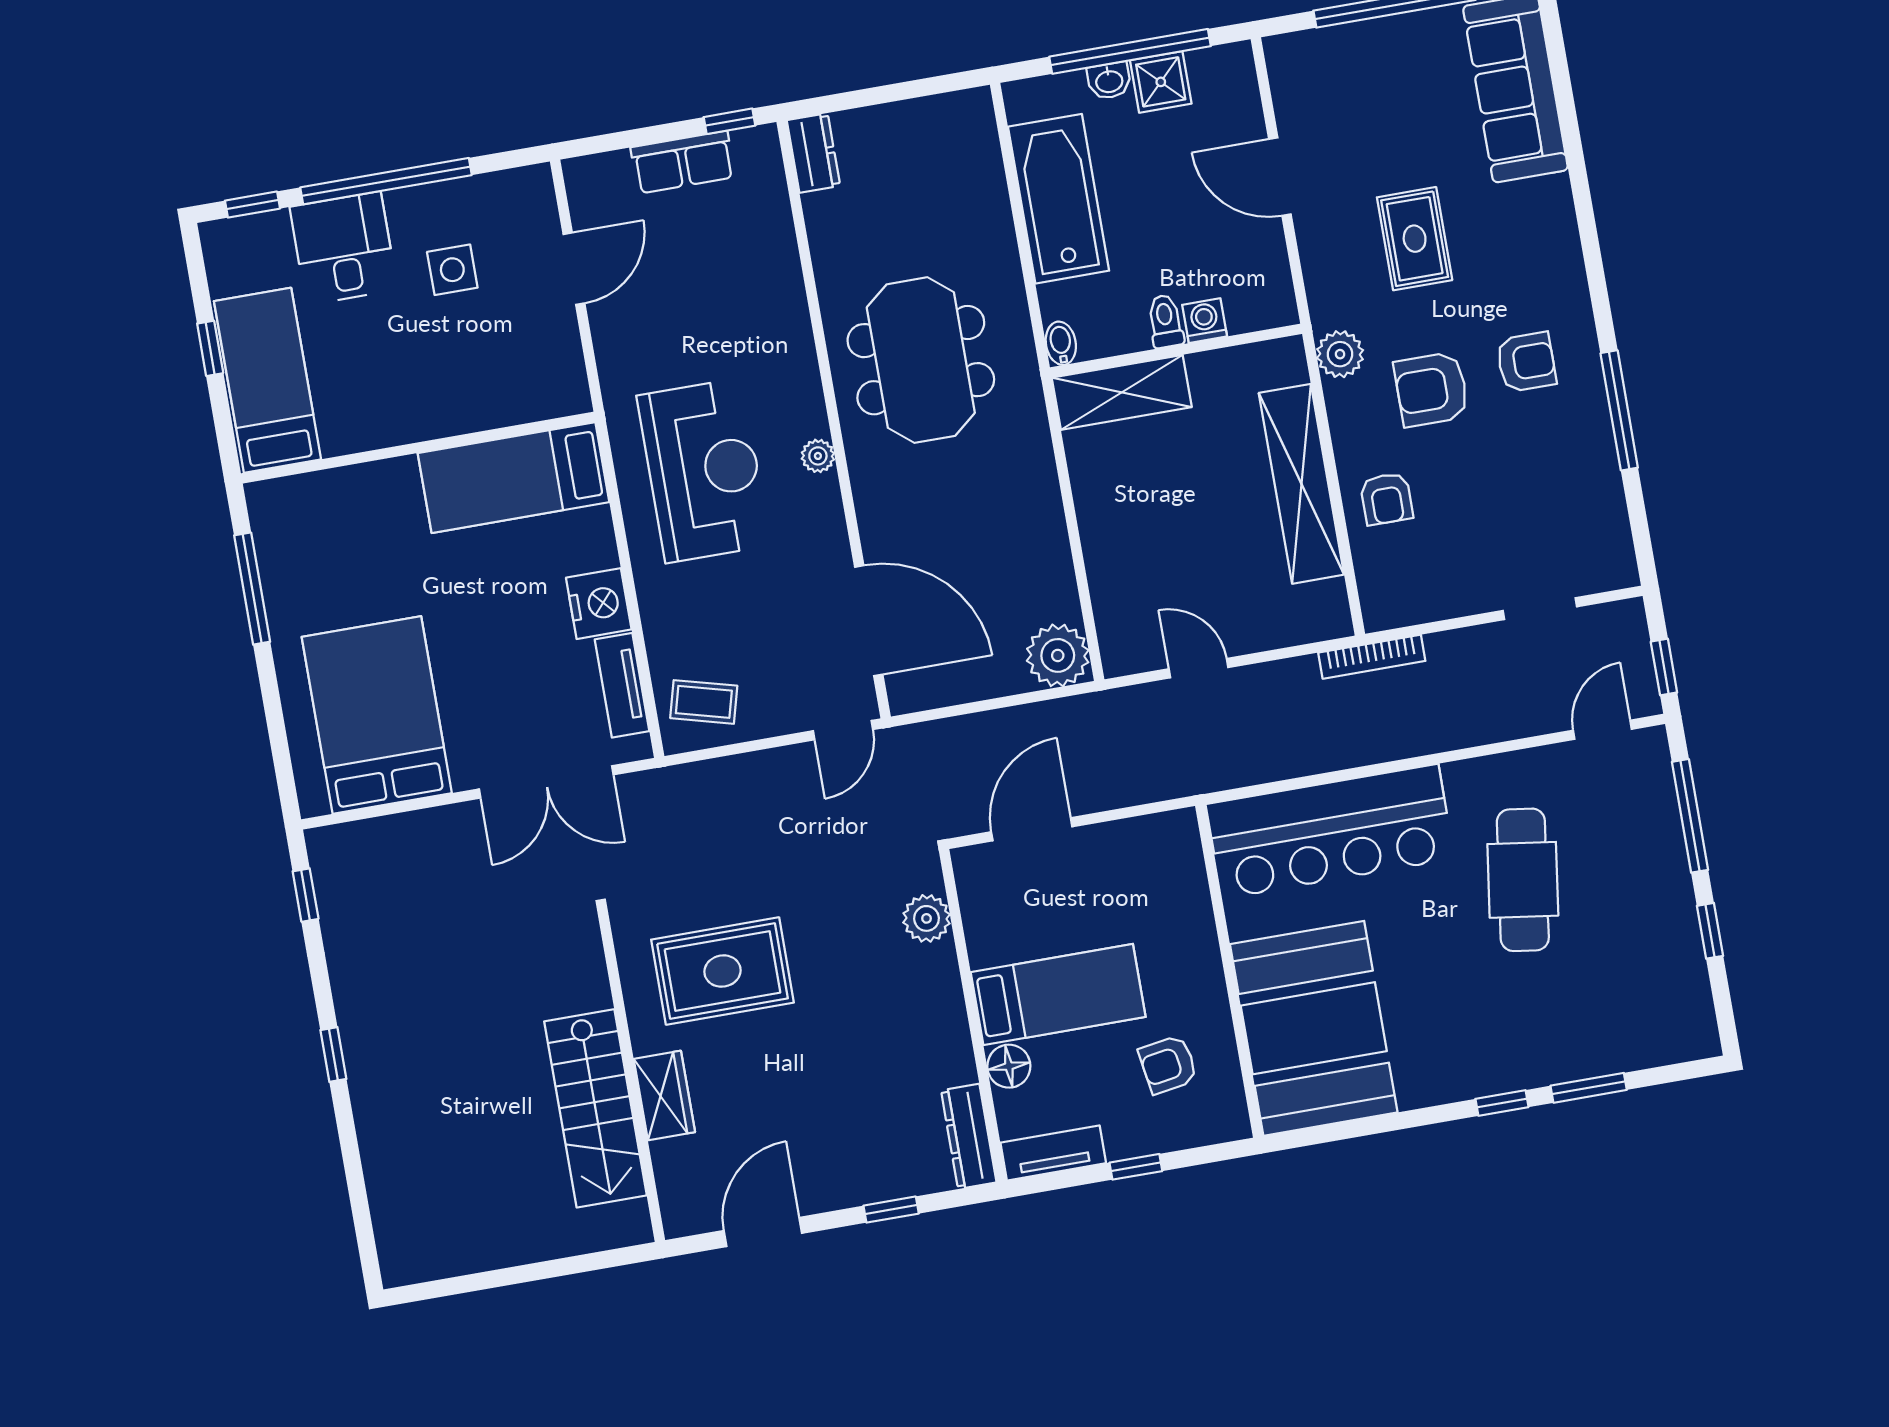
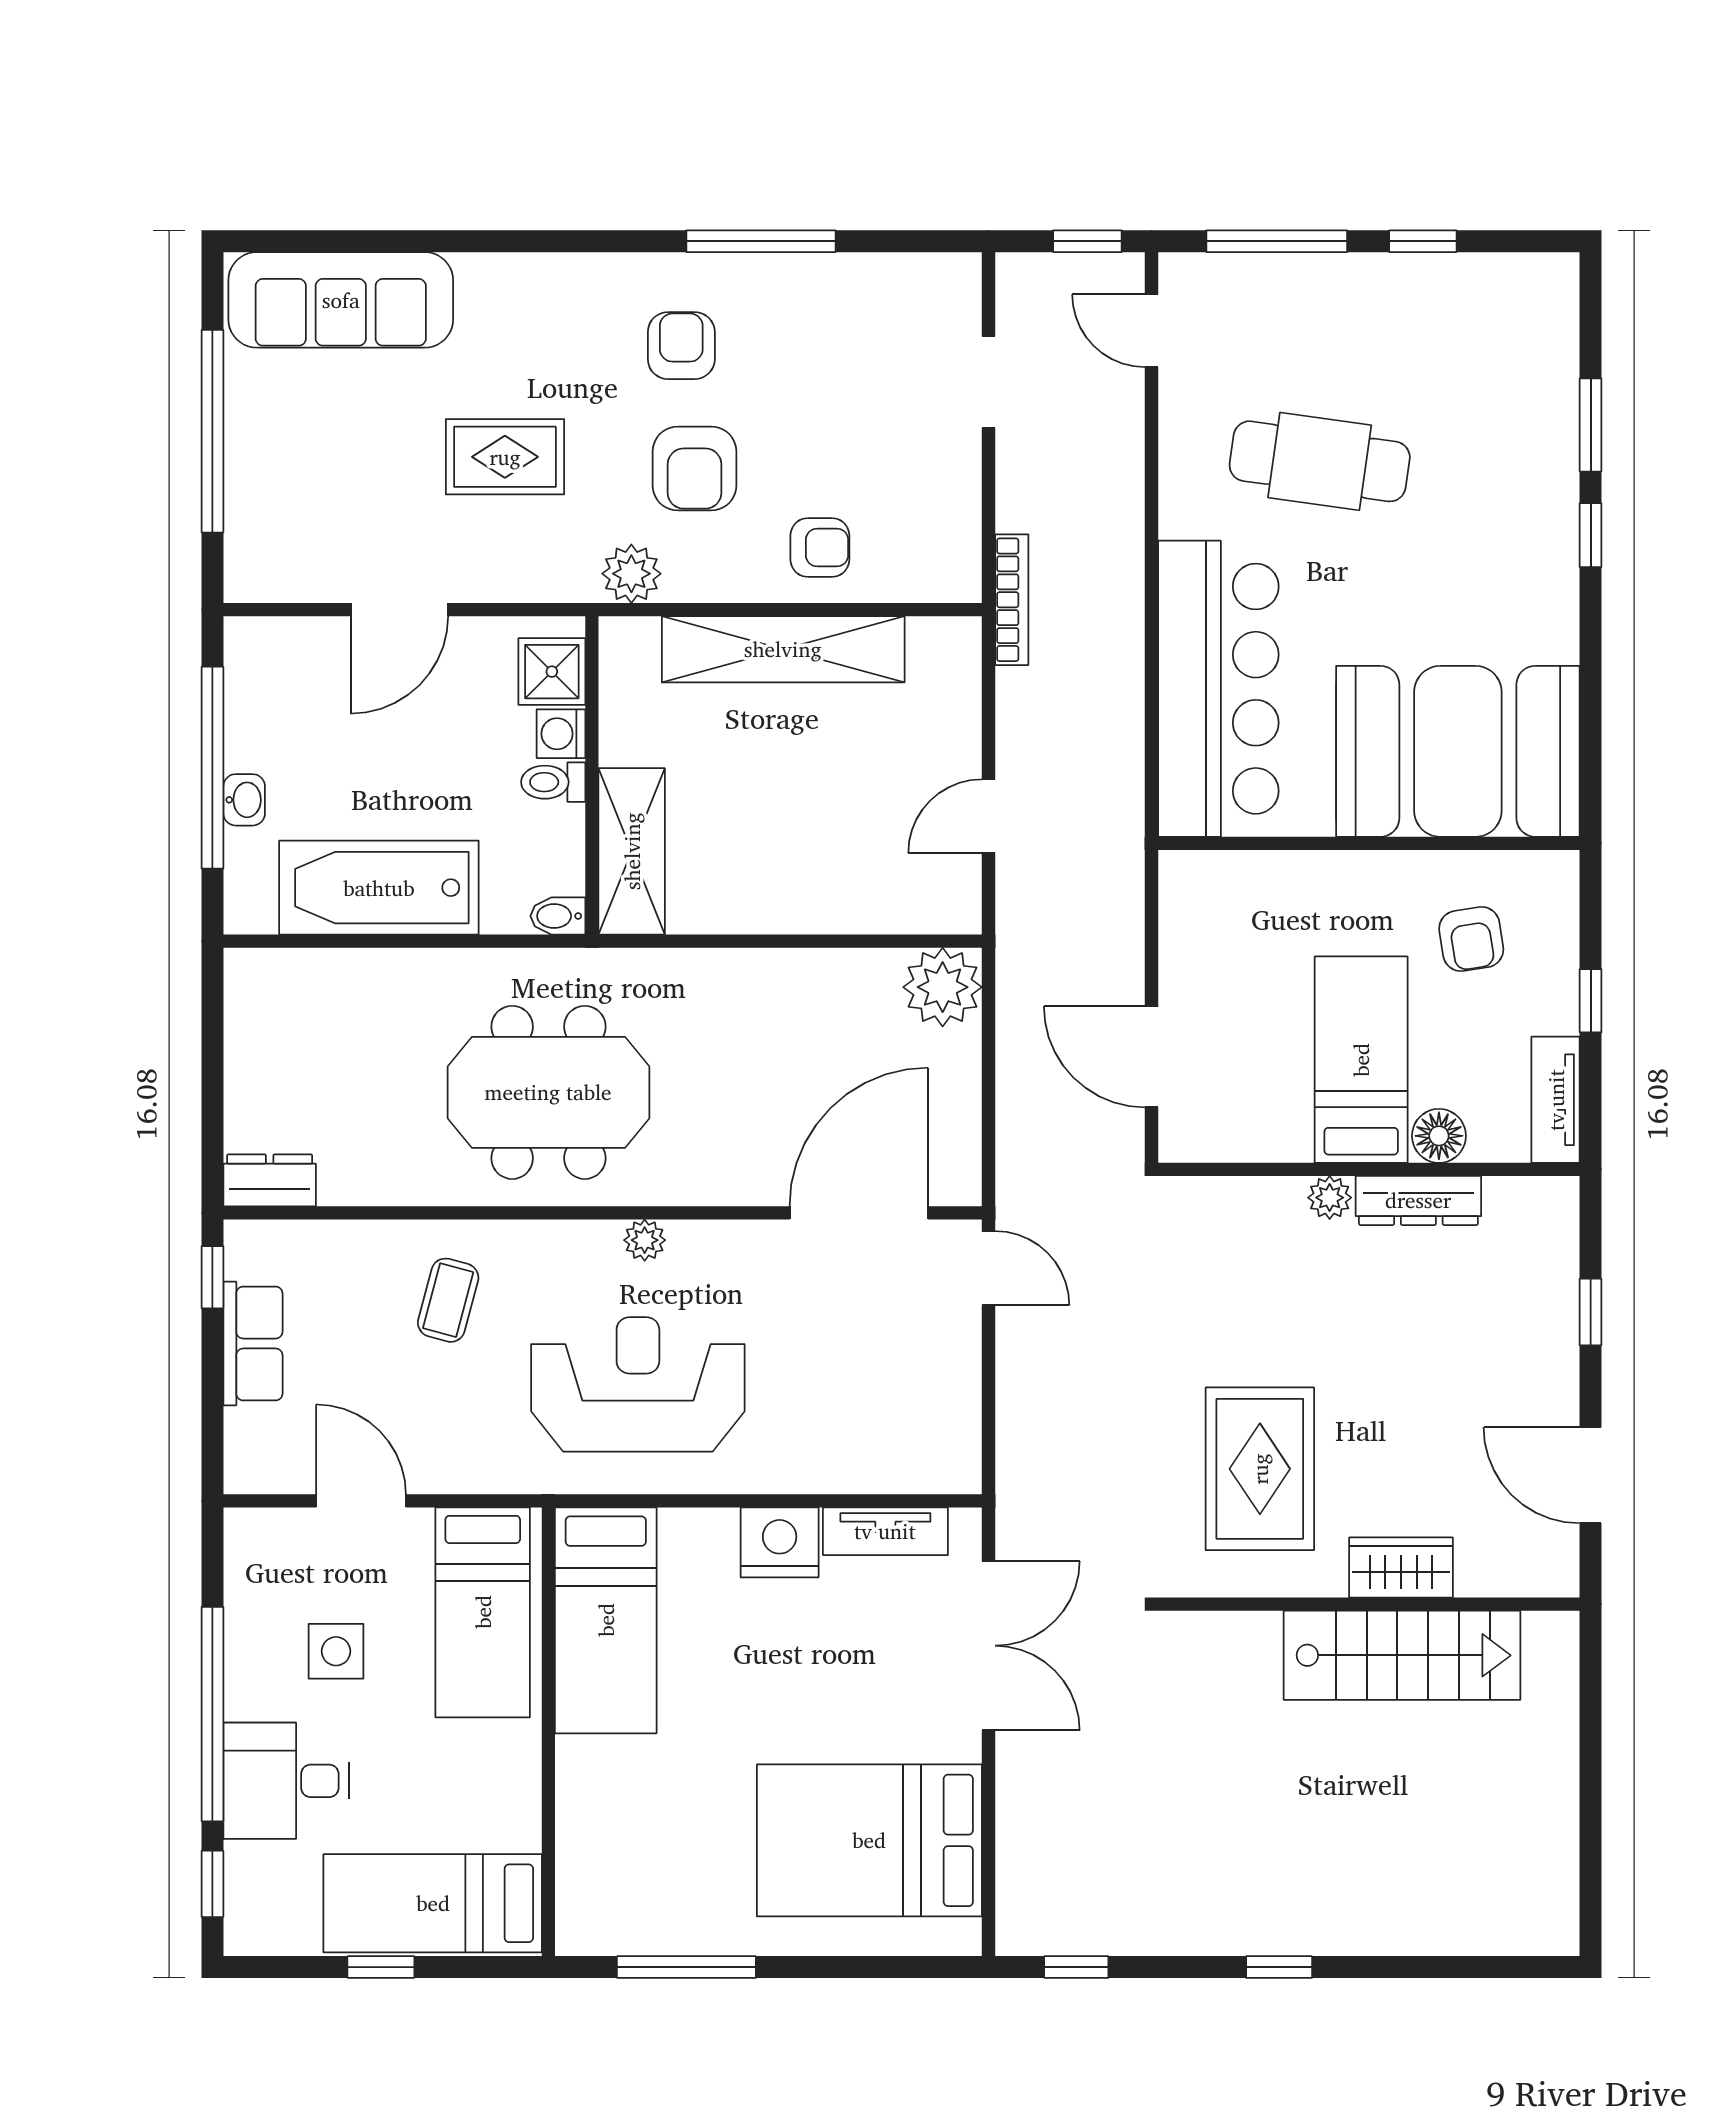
shower: (1161, 82) -> (552, 672), moved
bed: (503, 380) -> (483, 1612), added
coffee table: (704, 702) -> (448, 1300), moved
plant: (927, 918) -> (1330, 1198), moved, width x0.73, depth x0.73
dresser: (969, 1136) -> (1418, 1200), moved

